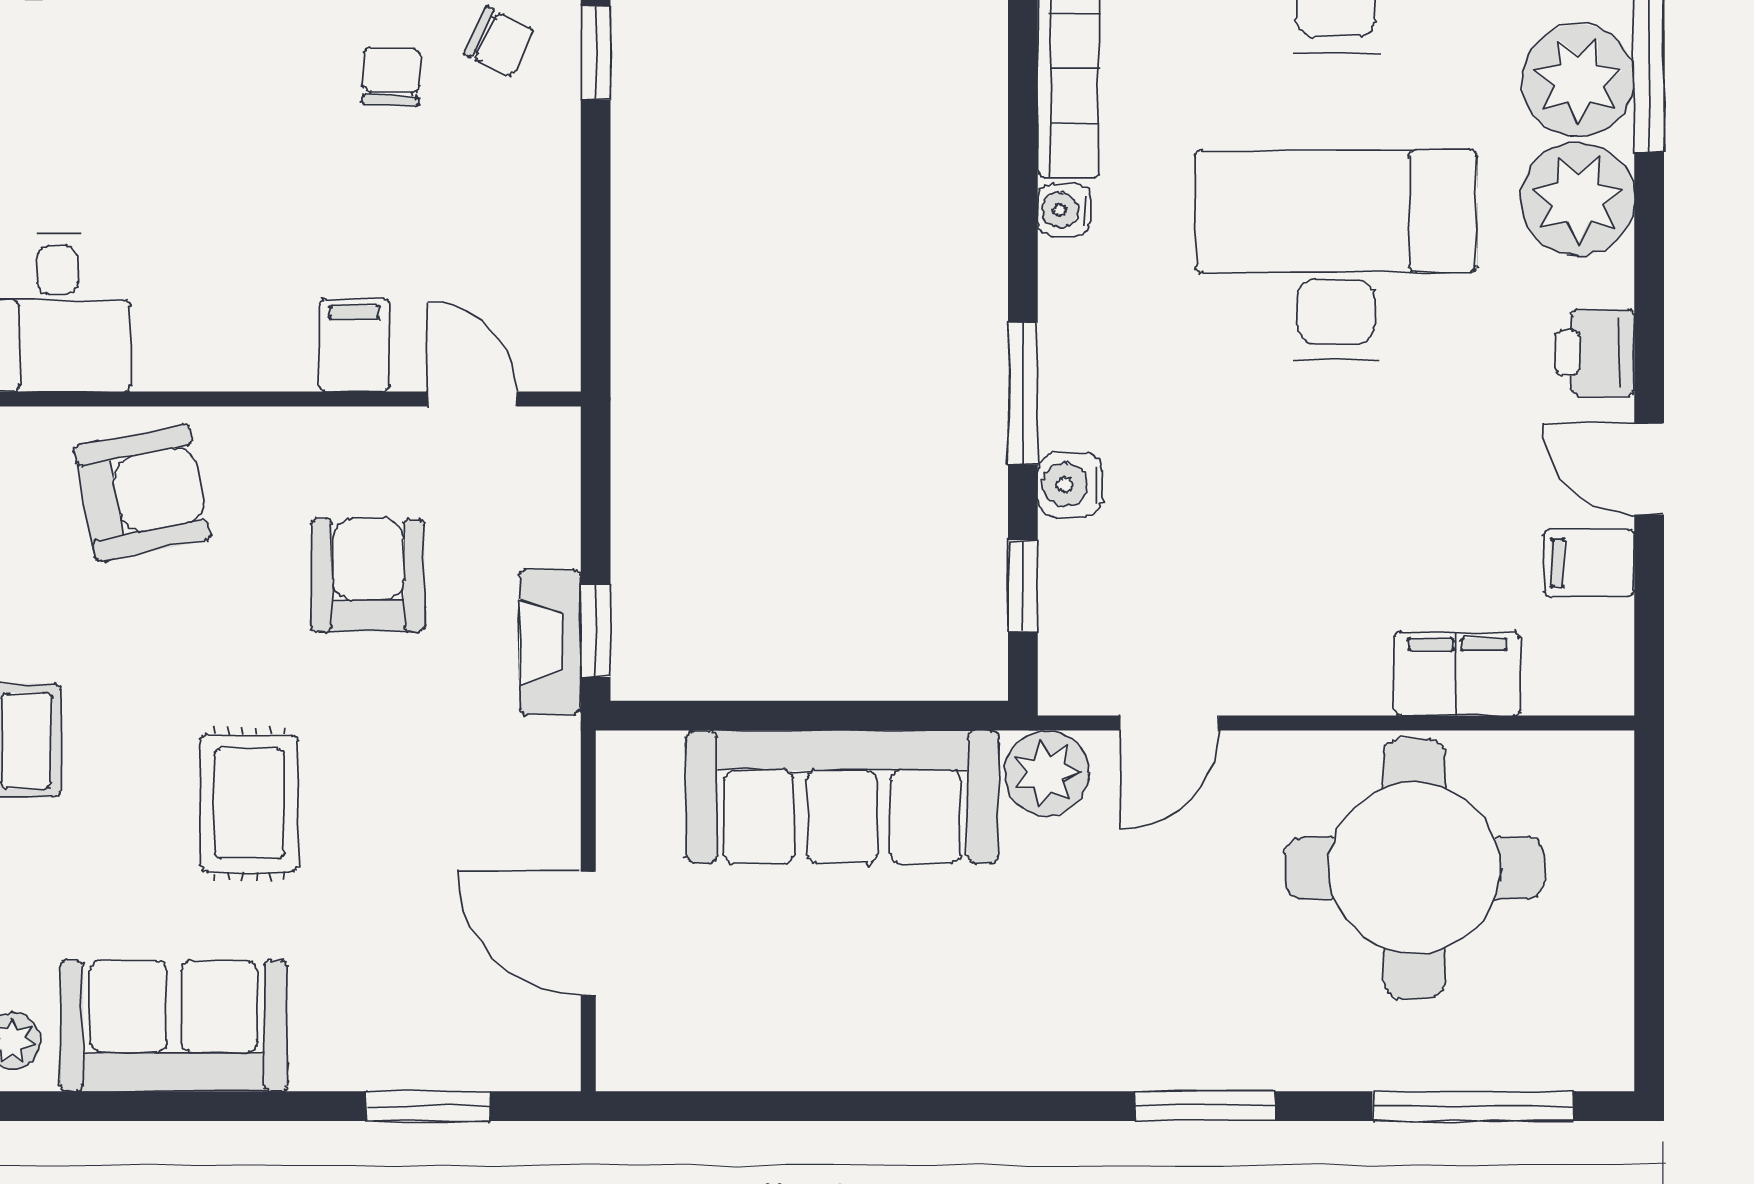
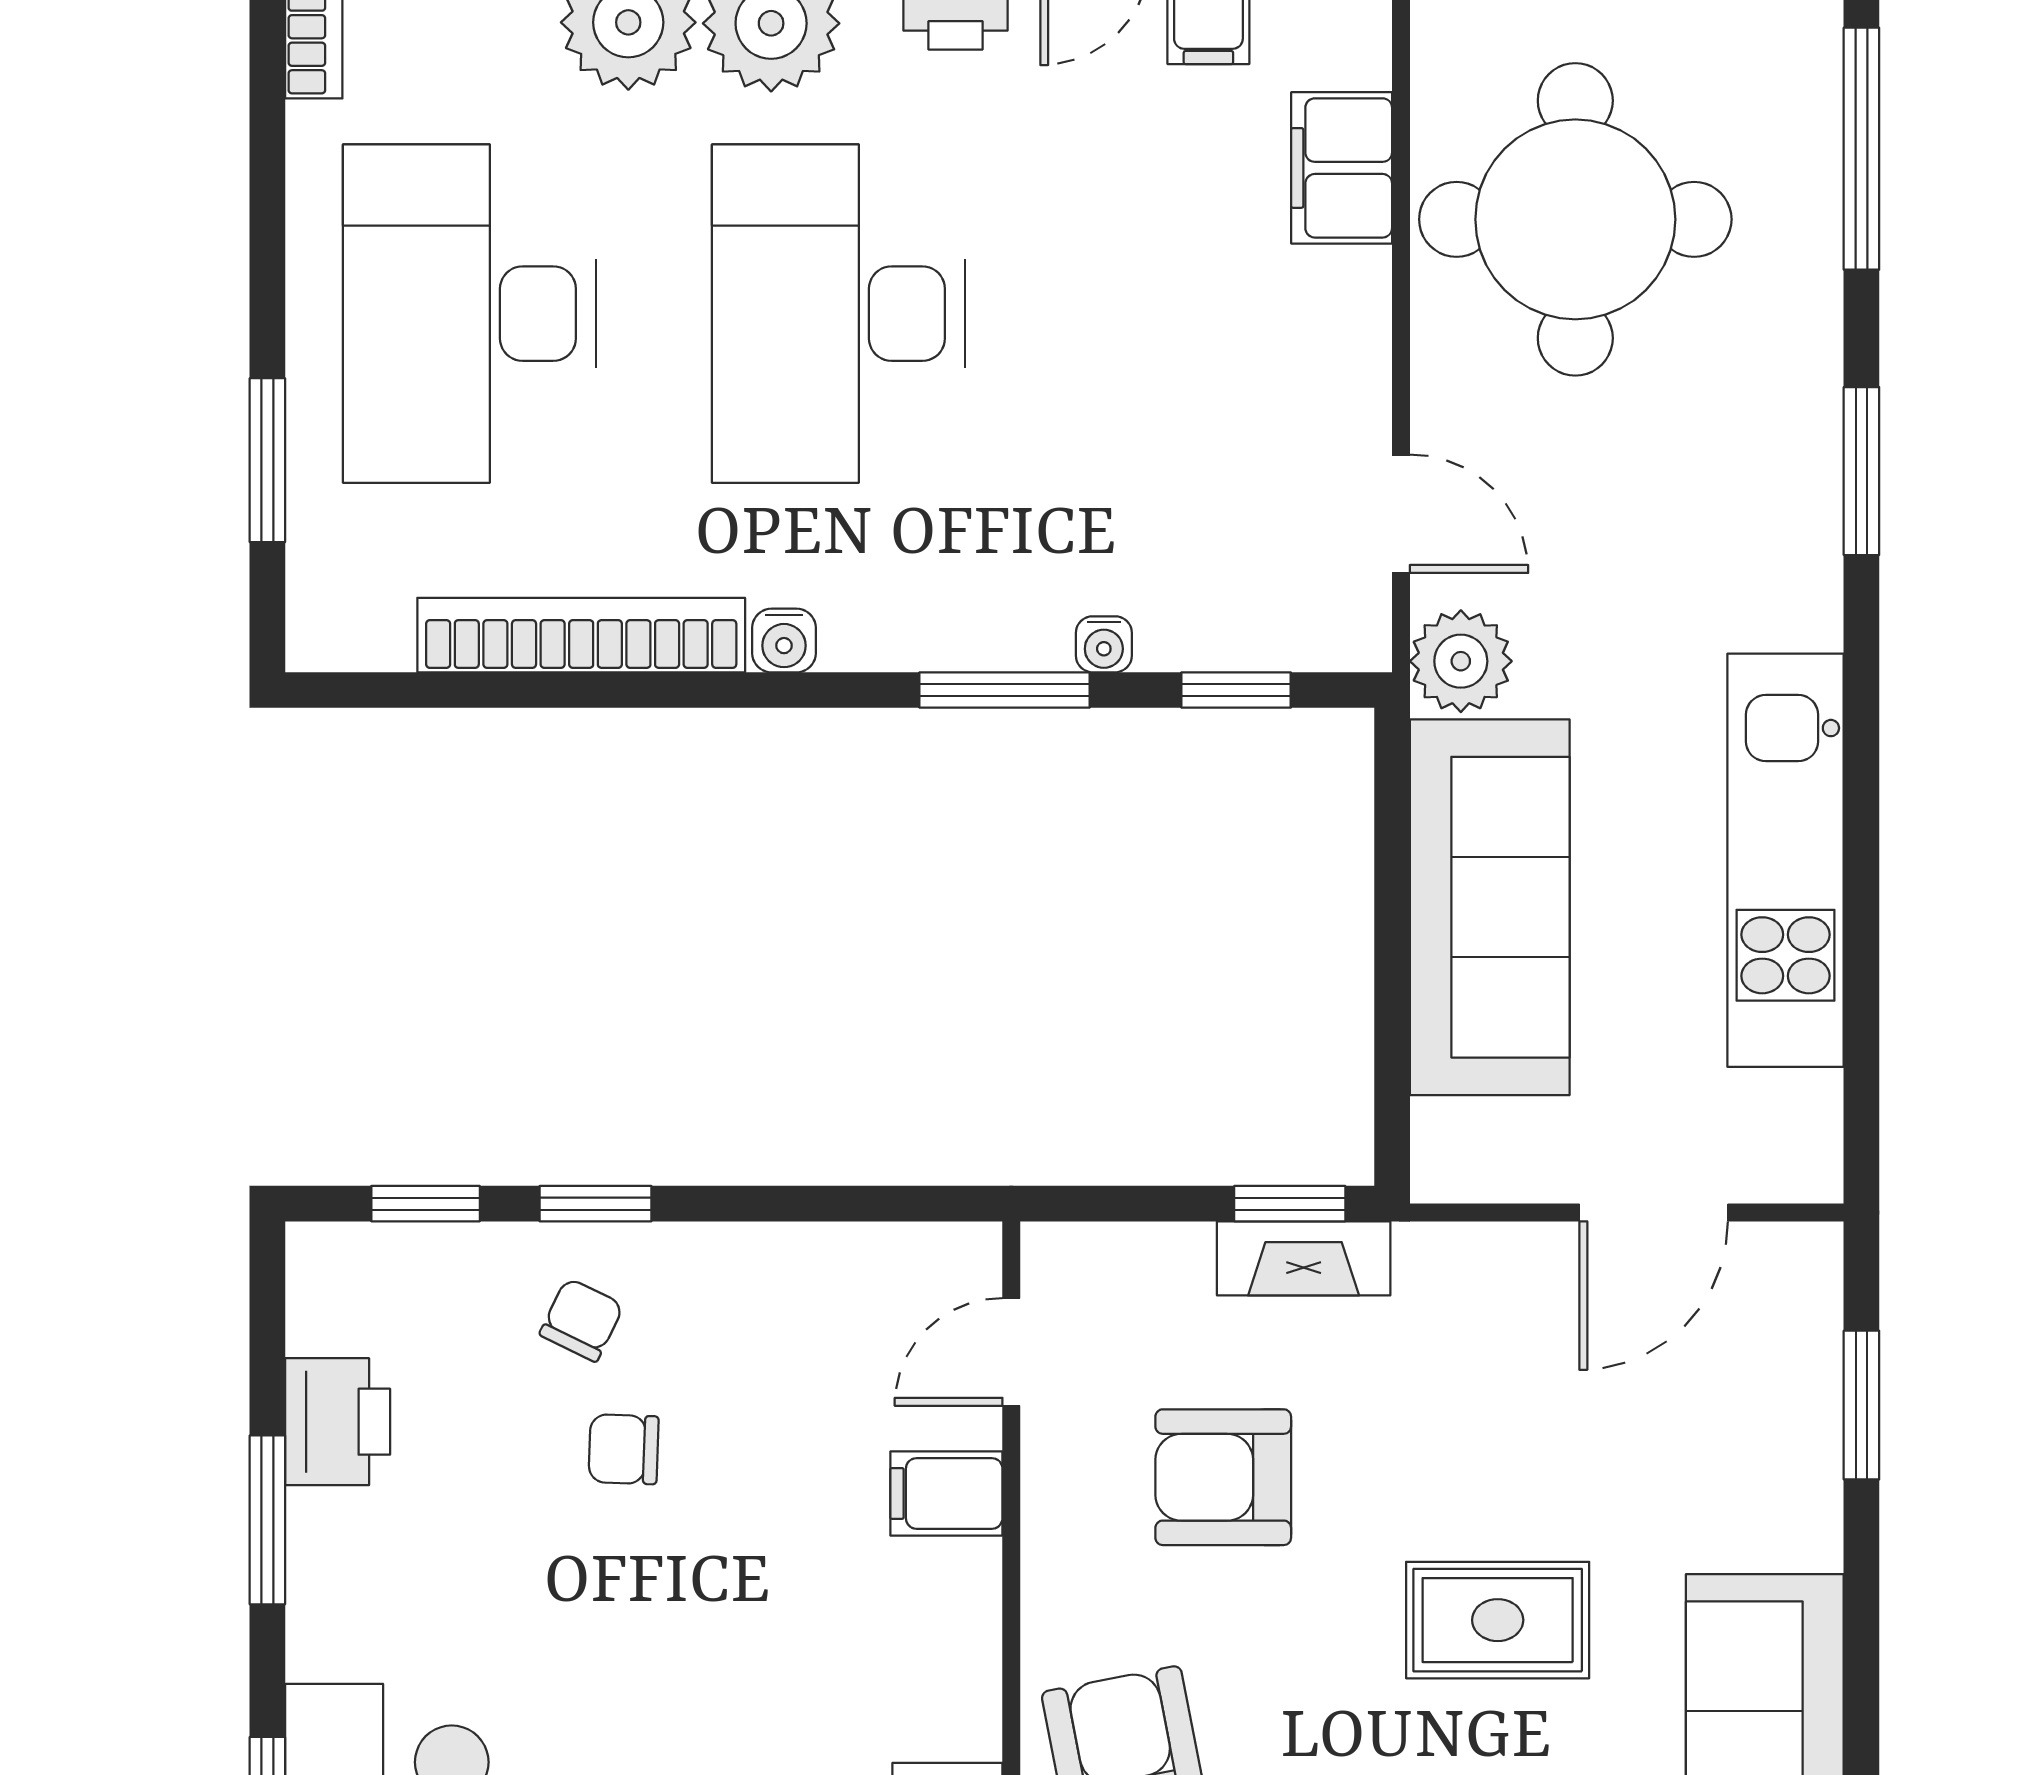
water cooler: (1070, 485) -> (1104, 644), width x0.72, depth x0.72
kitchen unit: (881, 1043) -> (1785, 860), added

